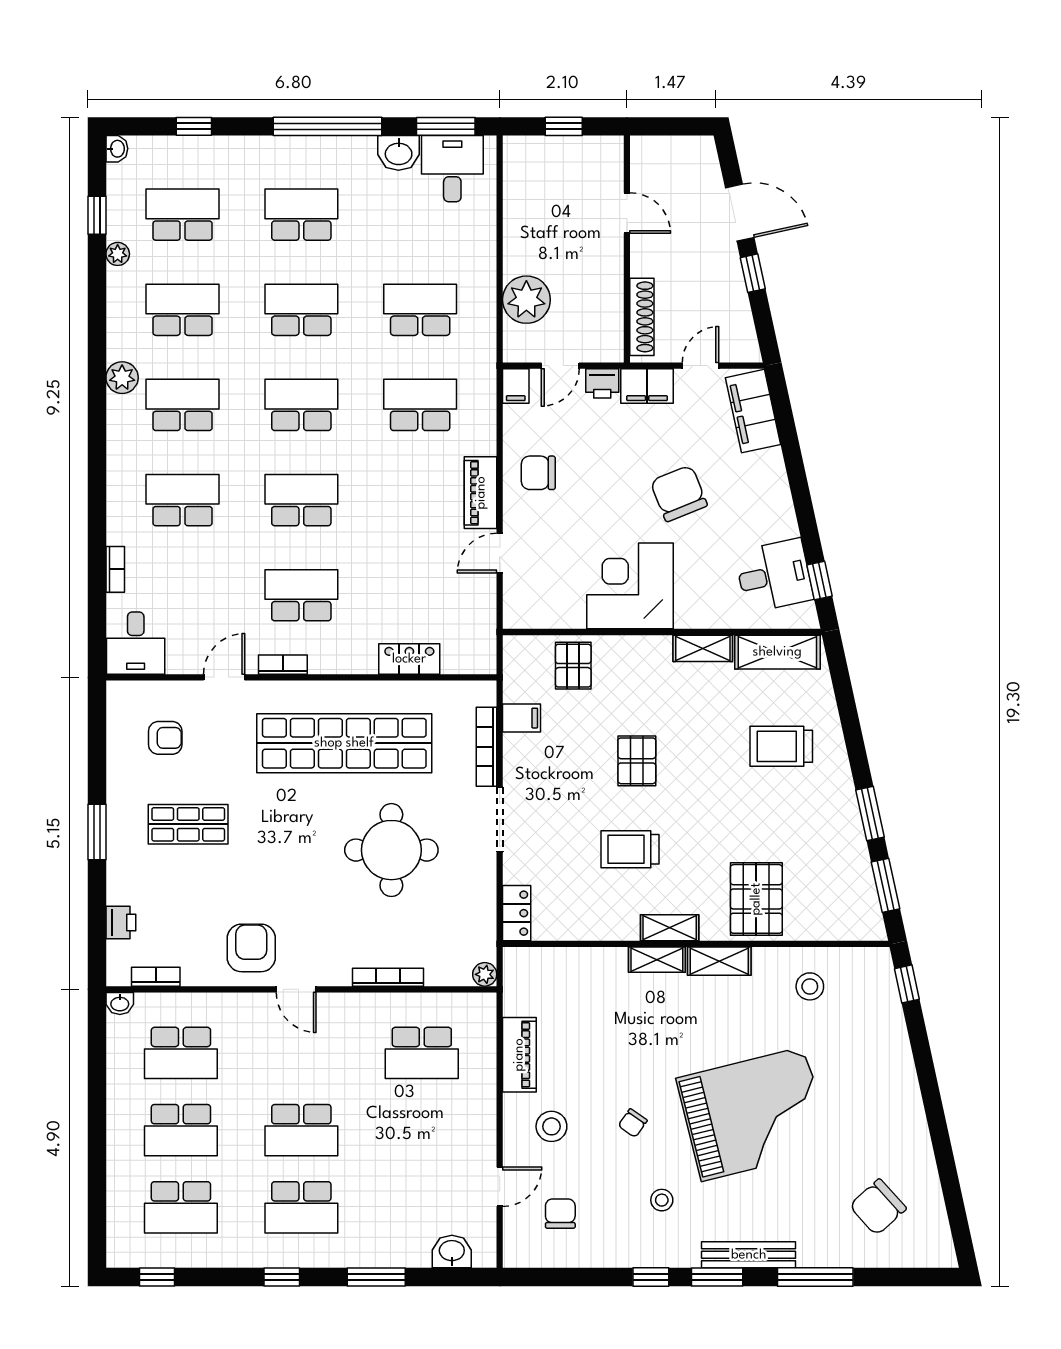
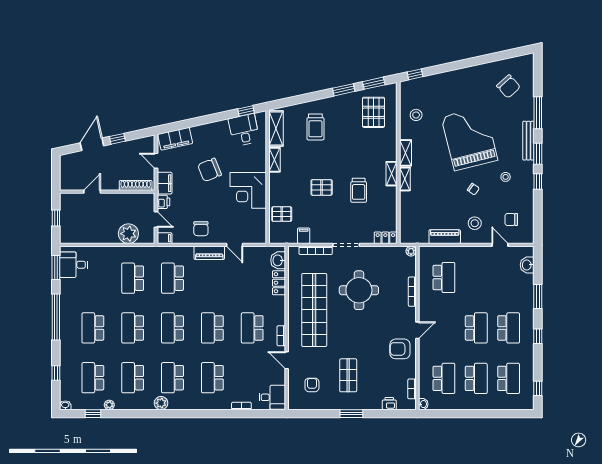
washbasin: (399, 153) -> (278, 260), moved, turned 180
pallet: (756, 899) -> (373, 112), moved, turned 90

